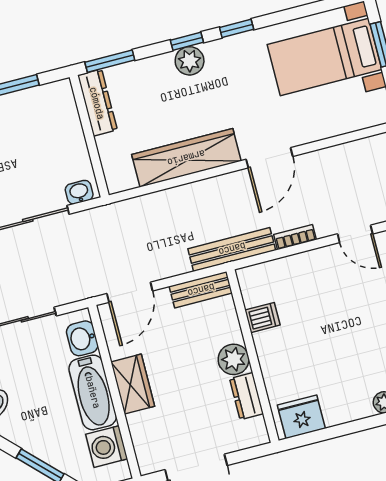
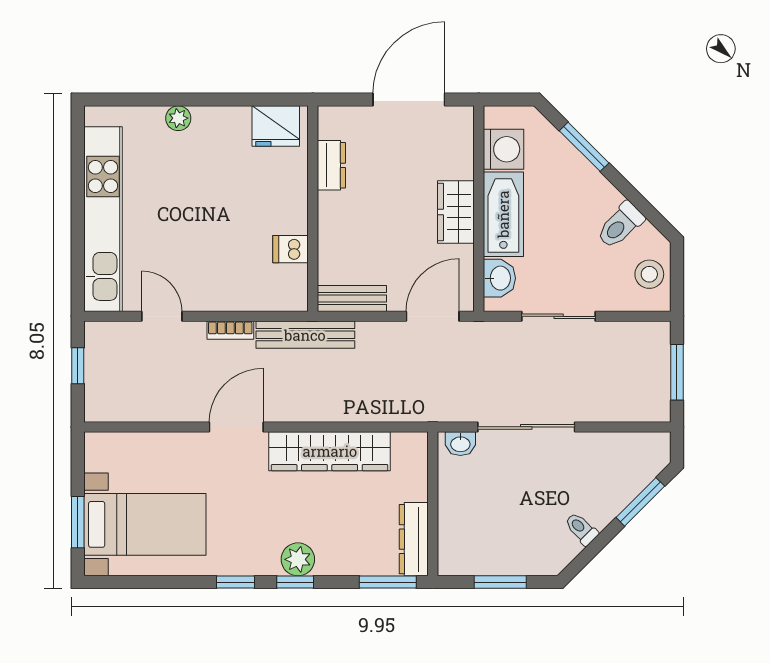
plant: (234, 359) -> (335, 210), removed

